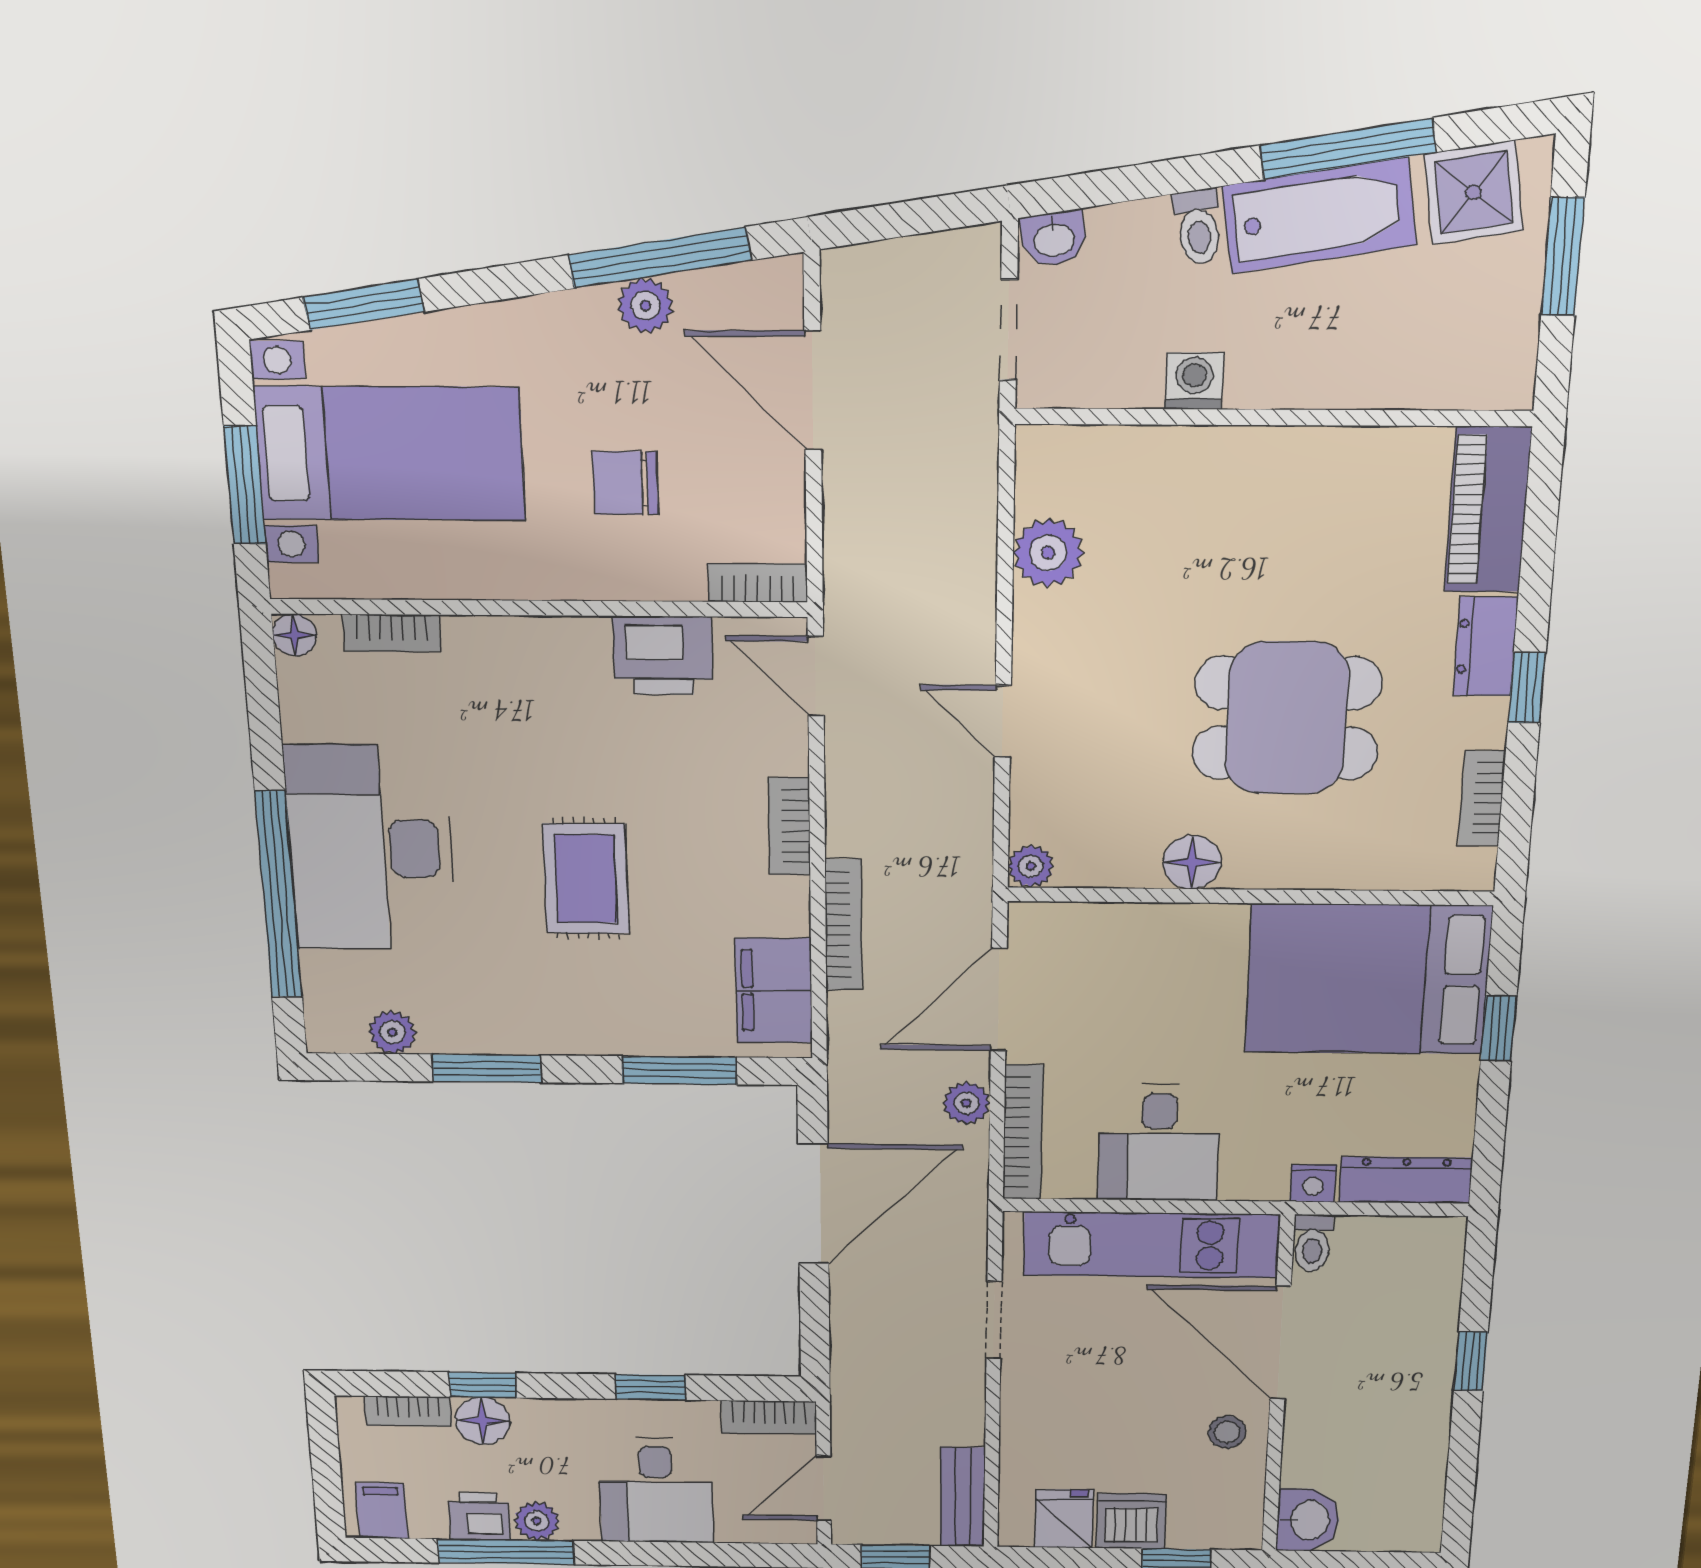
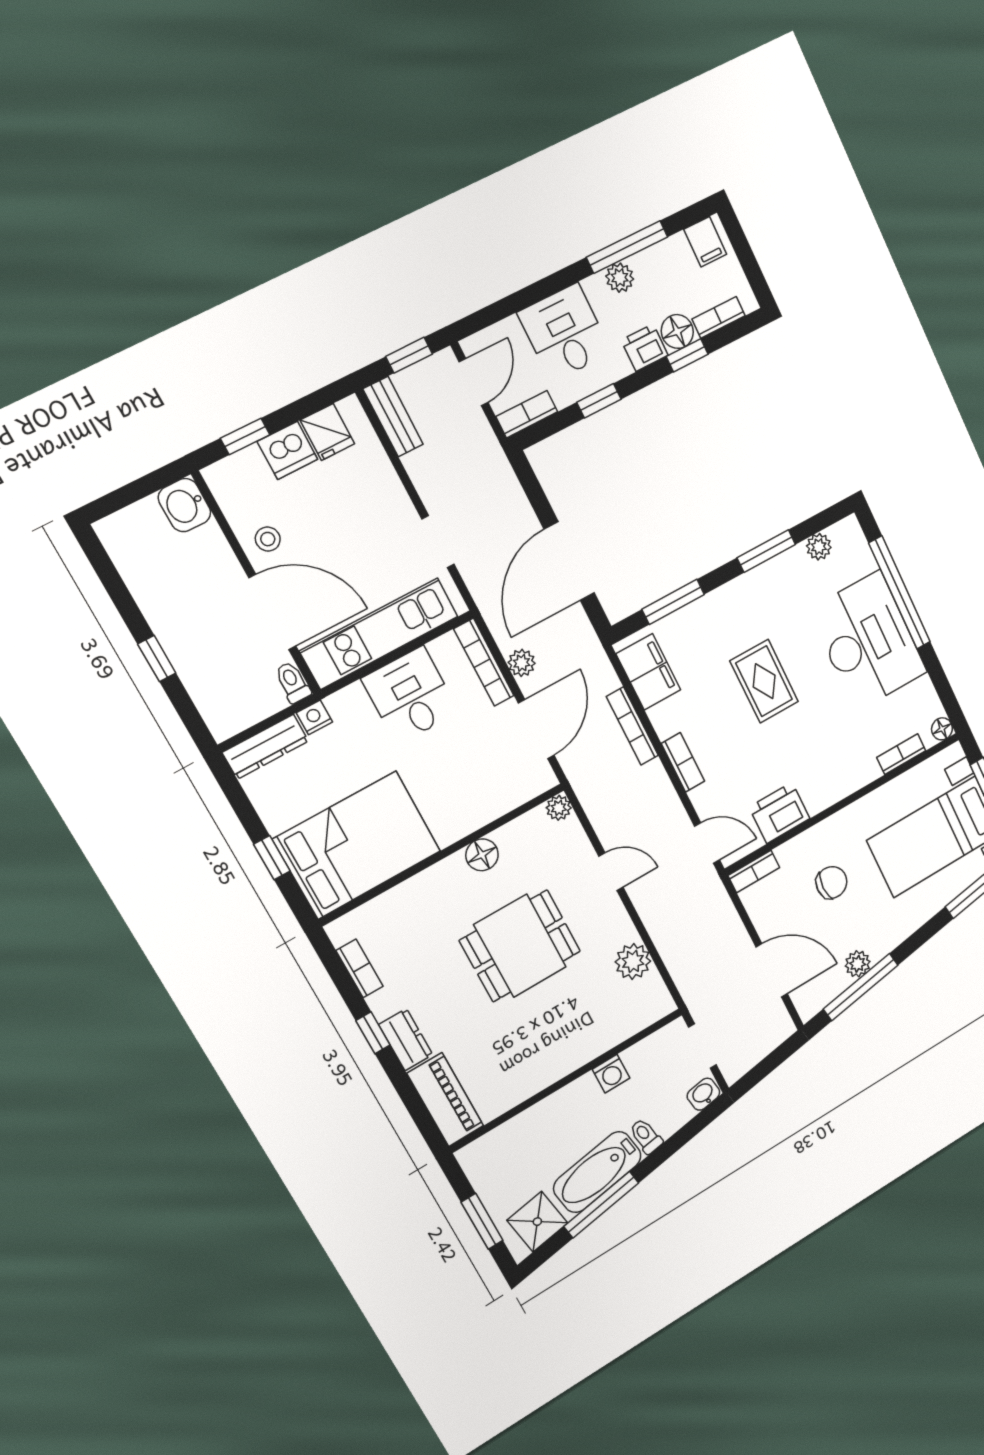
dining table: (1287, 718) -> (520, 946), moved
printer: (479, 1516) -> (645, 348), moved, turned 180

